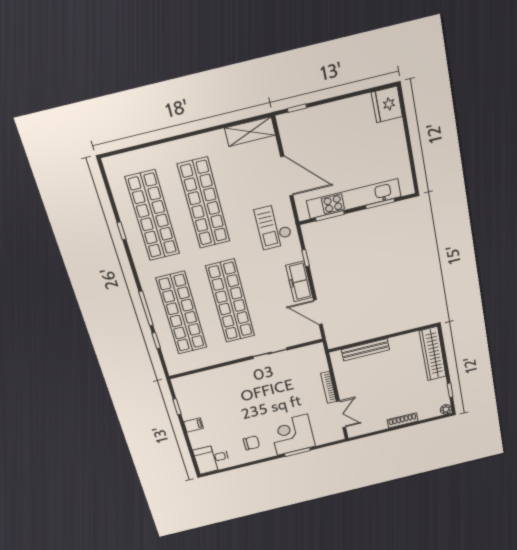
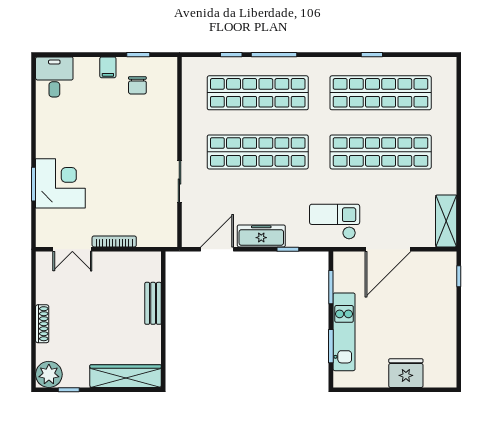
fridge: (387, 104) -> (406, 373), moved
kitchen unit: (354, 199) -> (344, 332), width x0.73
bench: (365, 350) -> (153, 303), width x0.73
plant: (446, 409) -> (49, 374), width x1.88, depth x1.88
chair: (251, 443) -> (137, 85), moved

